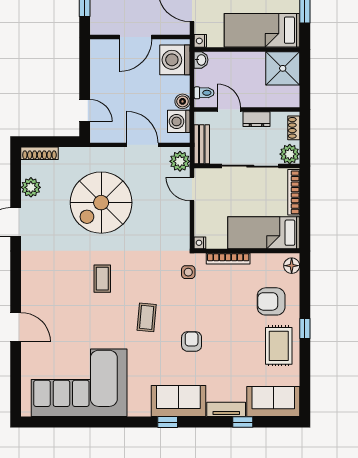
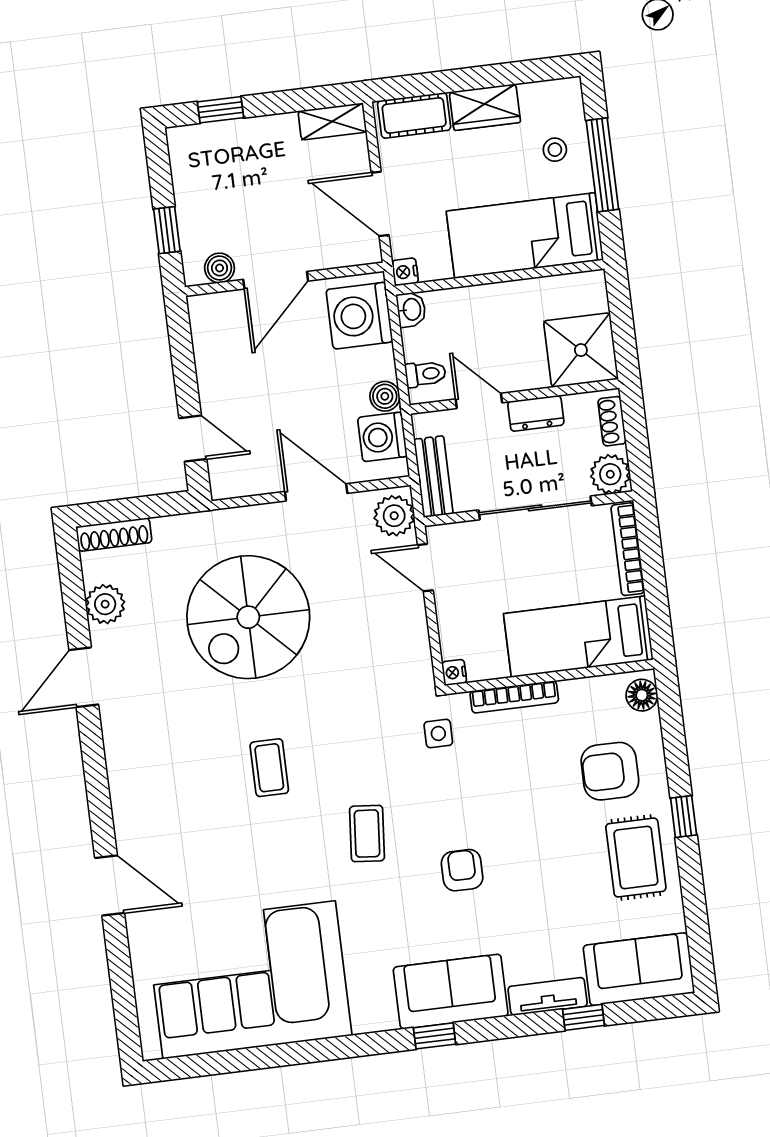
boiler: (108, 28) -> (220, 268), added
shower: (283, 68) -> (581, 350), moved

